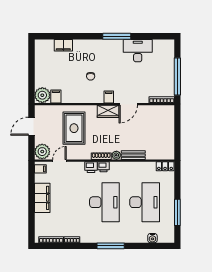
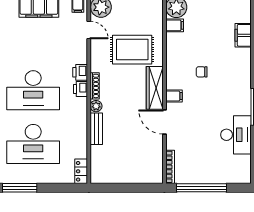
wardrobe: (108, 111) -> (155, 88), width x1.50

